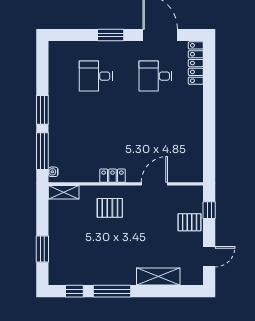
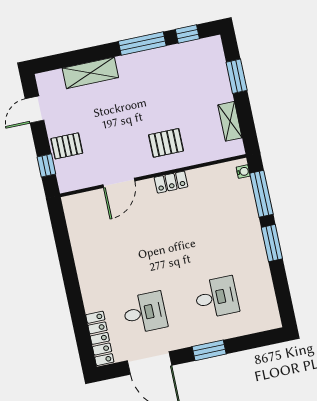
shelving: (64, 192) -> (230, 121), moved, turned 90

